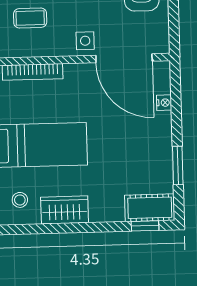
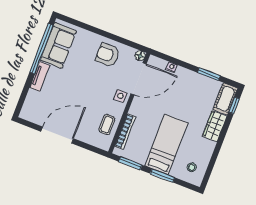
coffee table: (30, 18) -> (107, 125), moved
floor lamp: (161, 45) -> (140, 56), added
wardrobe: (65, 210) -> (215, 126), moved

